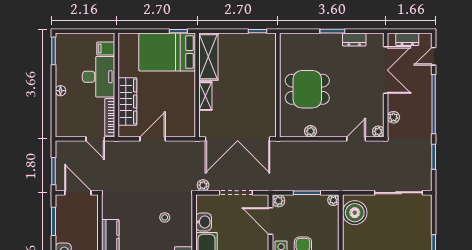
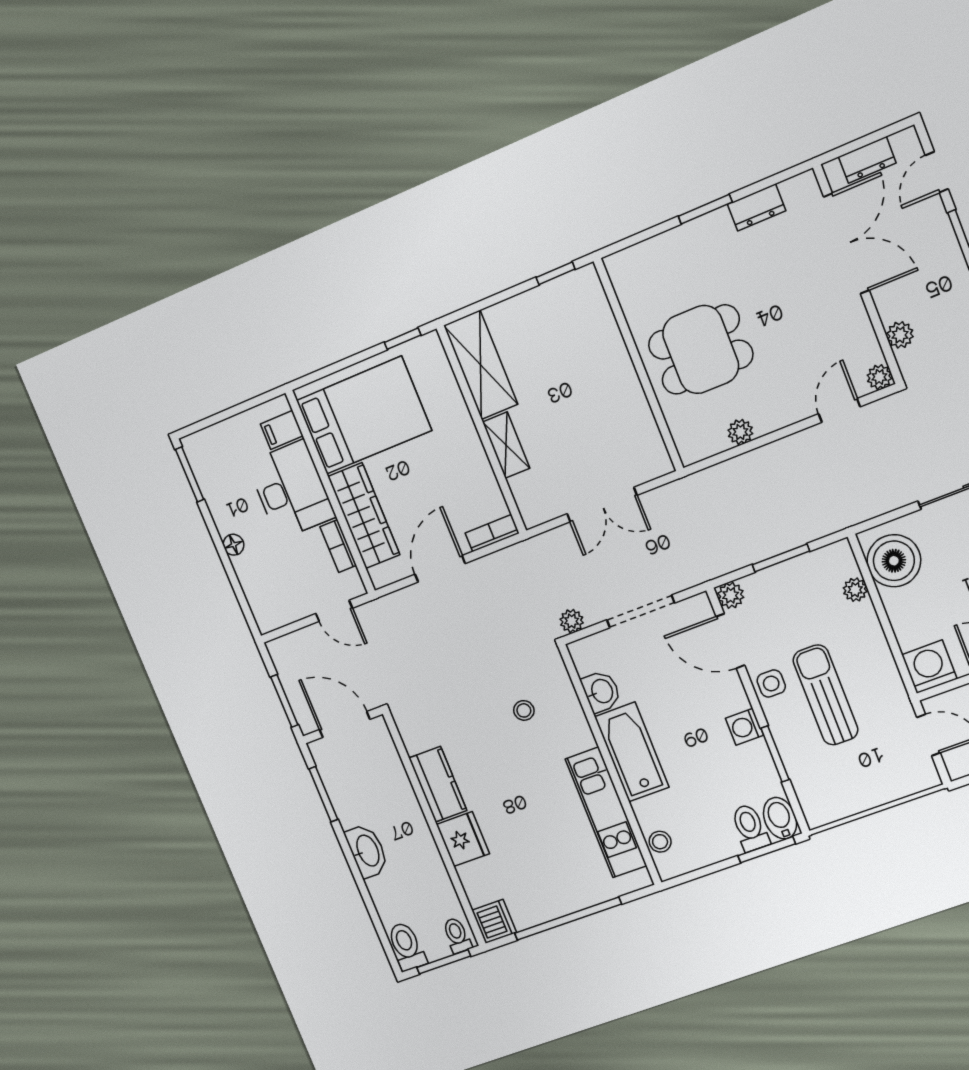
bed: (167, 52) -> (364, 415), moved, turned 180
bookcase: (110, 117) -> (338, 546), width x0.64
bookcase: (183, 132) -> (492, 533), added
double door: (238, 139) -> (602, 505), width x0.54
plant: (333, 200) -> (855, 590), moved

